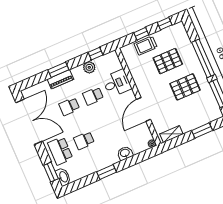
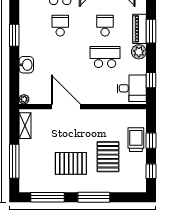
window: (203, 58) -> (94, 197), width x0.68
plant: (89, 67) -> (139, 52), moved
desk: (117, 83) -> (132, 88), moved, turned -90
pallet: (185, 87) -> (71, 163), turned 90
school desk: (93, 96) -> (105, 57), width x1.85
window: (202, 131) -> (14, 161), width x1.44

